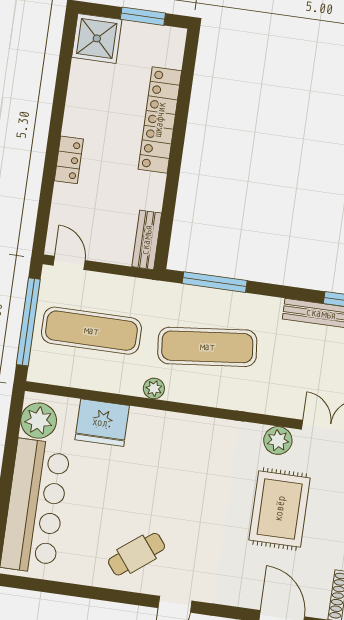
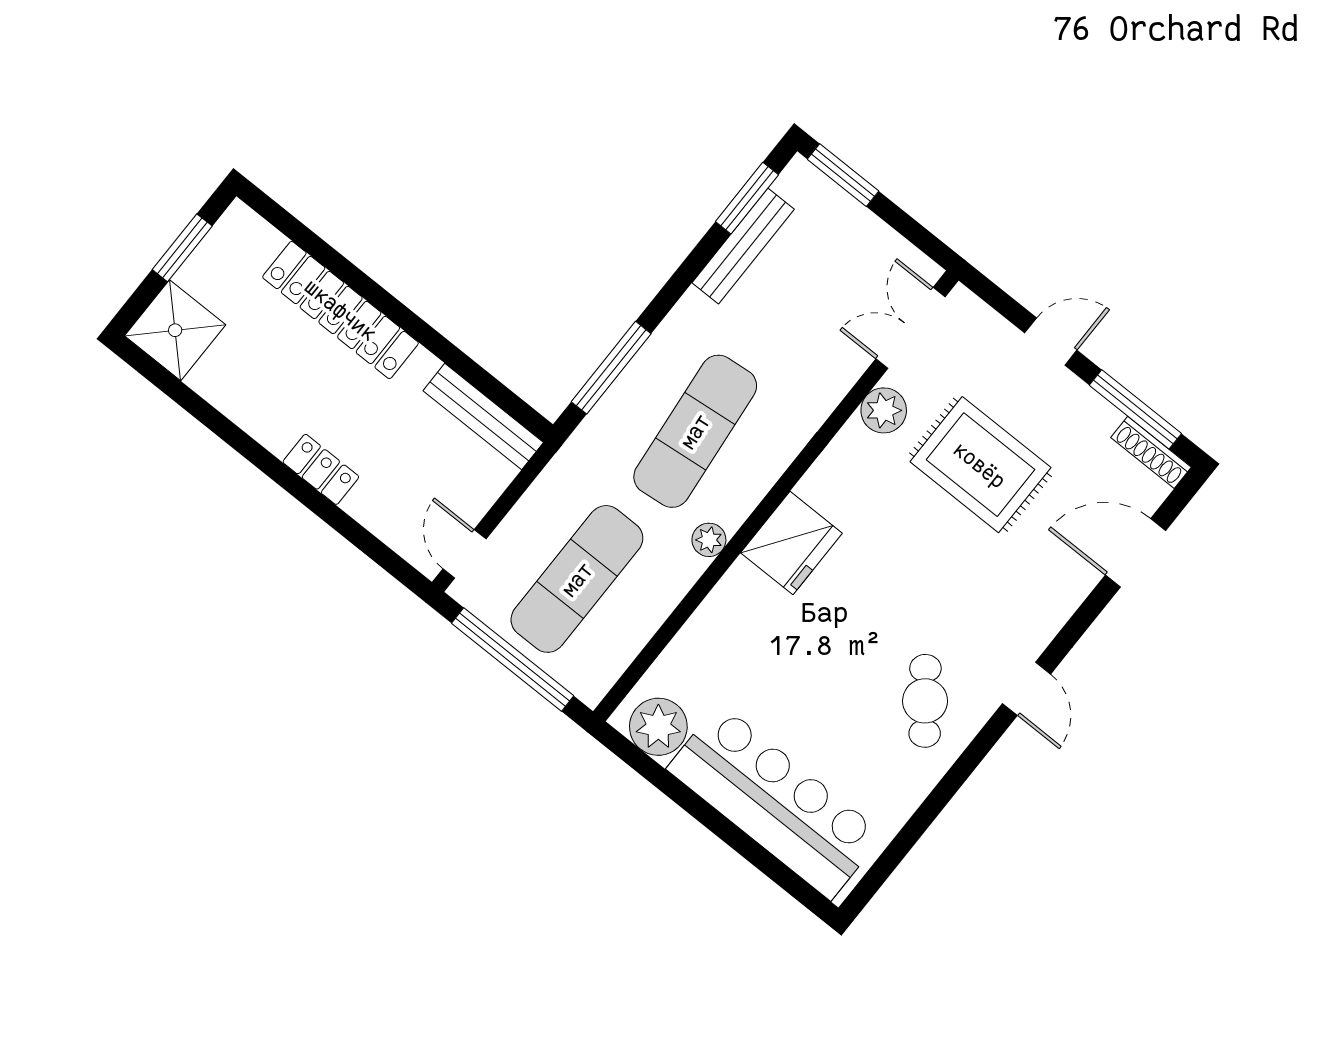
bench: (147, 240) -> (483, 417), width x1.36
door: (69, 263) -> (464, 554), hinge flipped
fridge: (102, 423) -> (791, 543), moved

